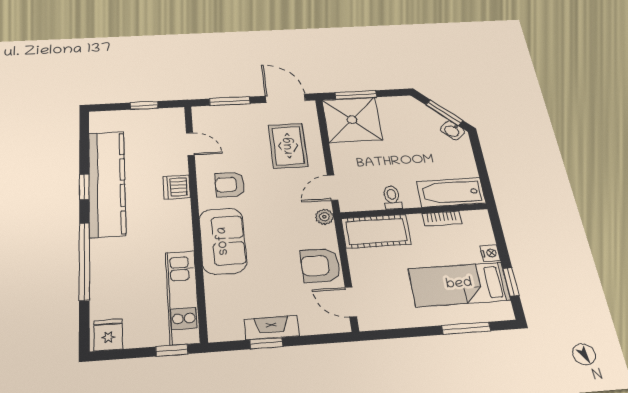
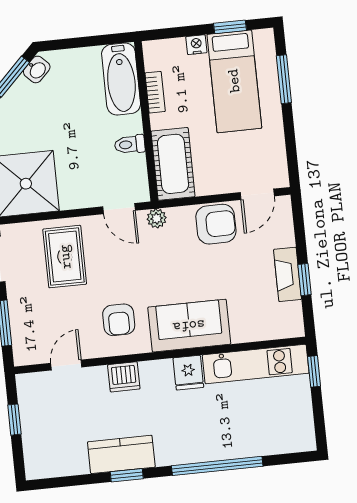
rug: (288, 146) -> (65, 257), turned 90
kitchen counter: (107, 183) -> (121, 454), width x0.48, depth x0.86
armchair: (320, 265) -> (216, 224), turned -90
fridge: (108, 335) -> (188, 373), moved, turned -90

